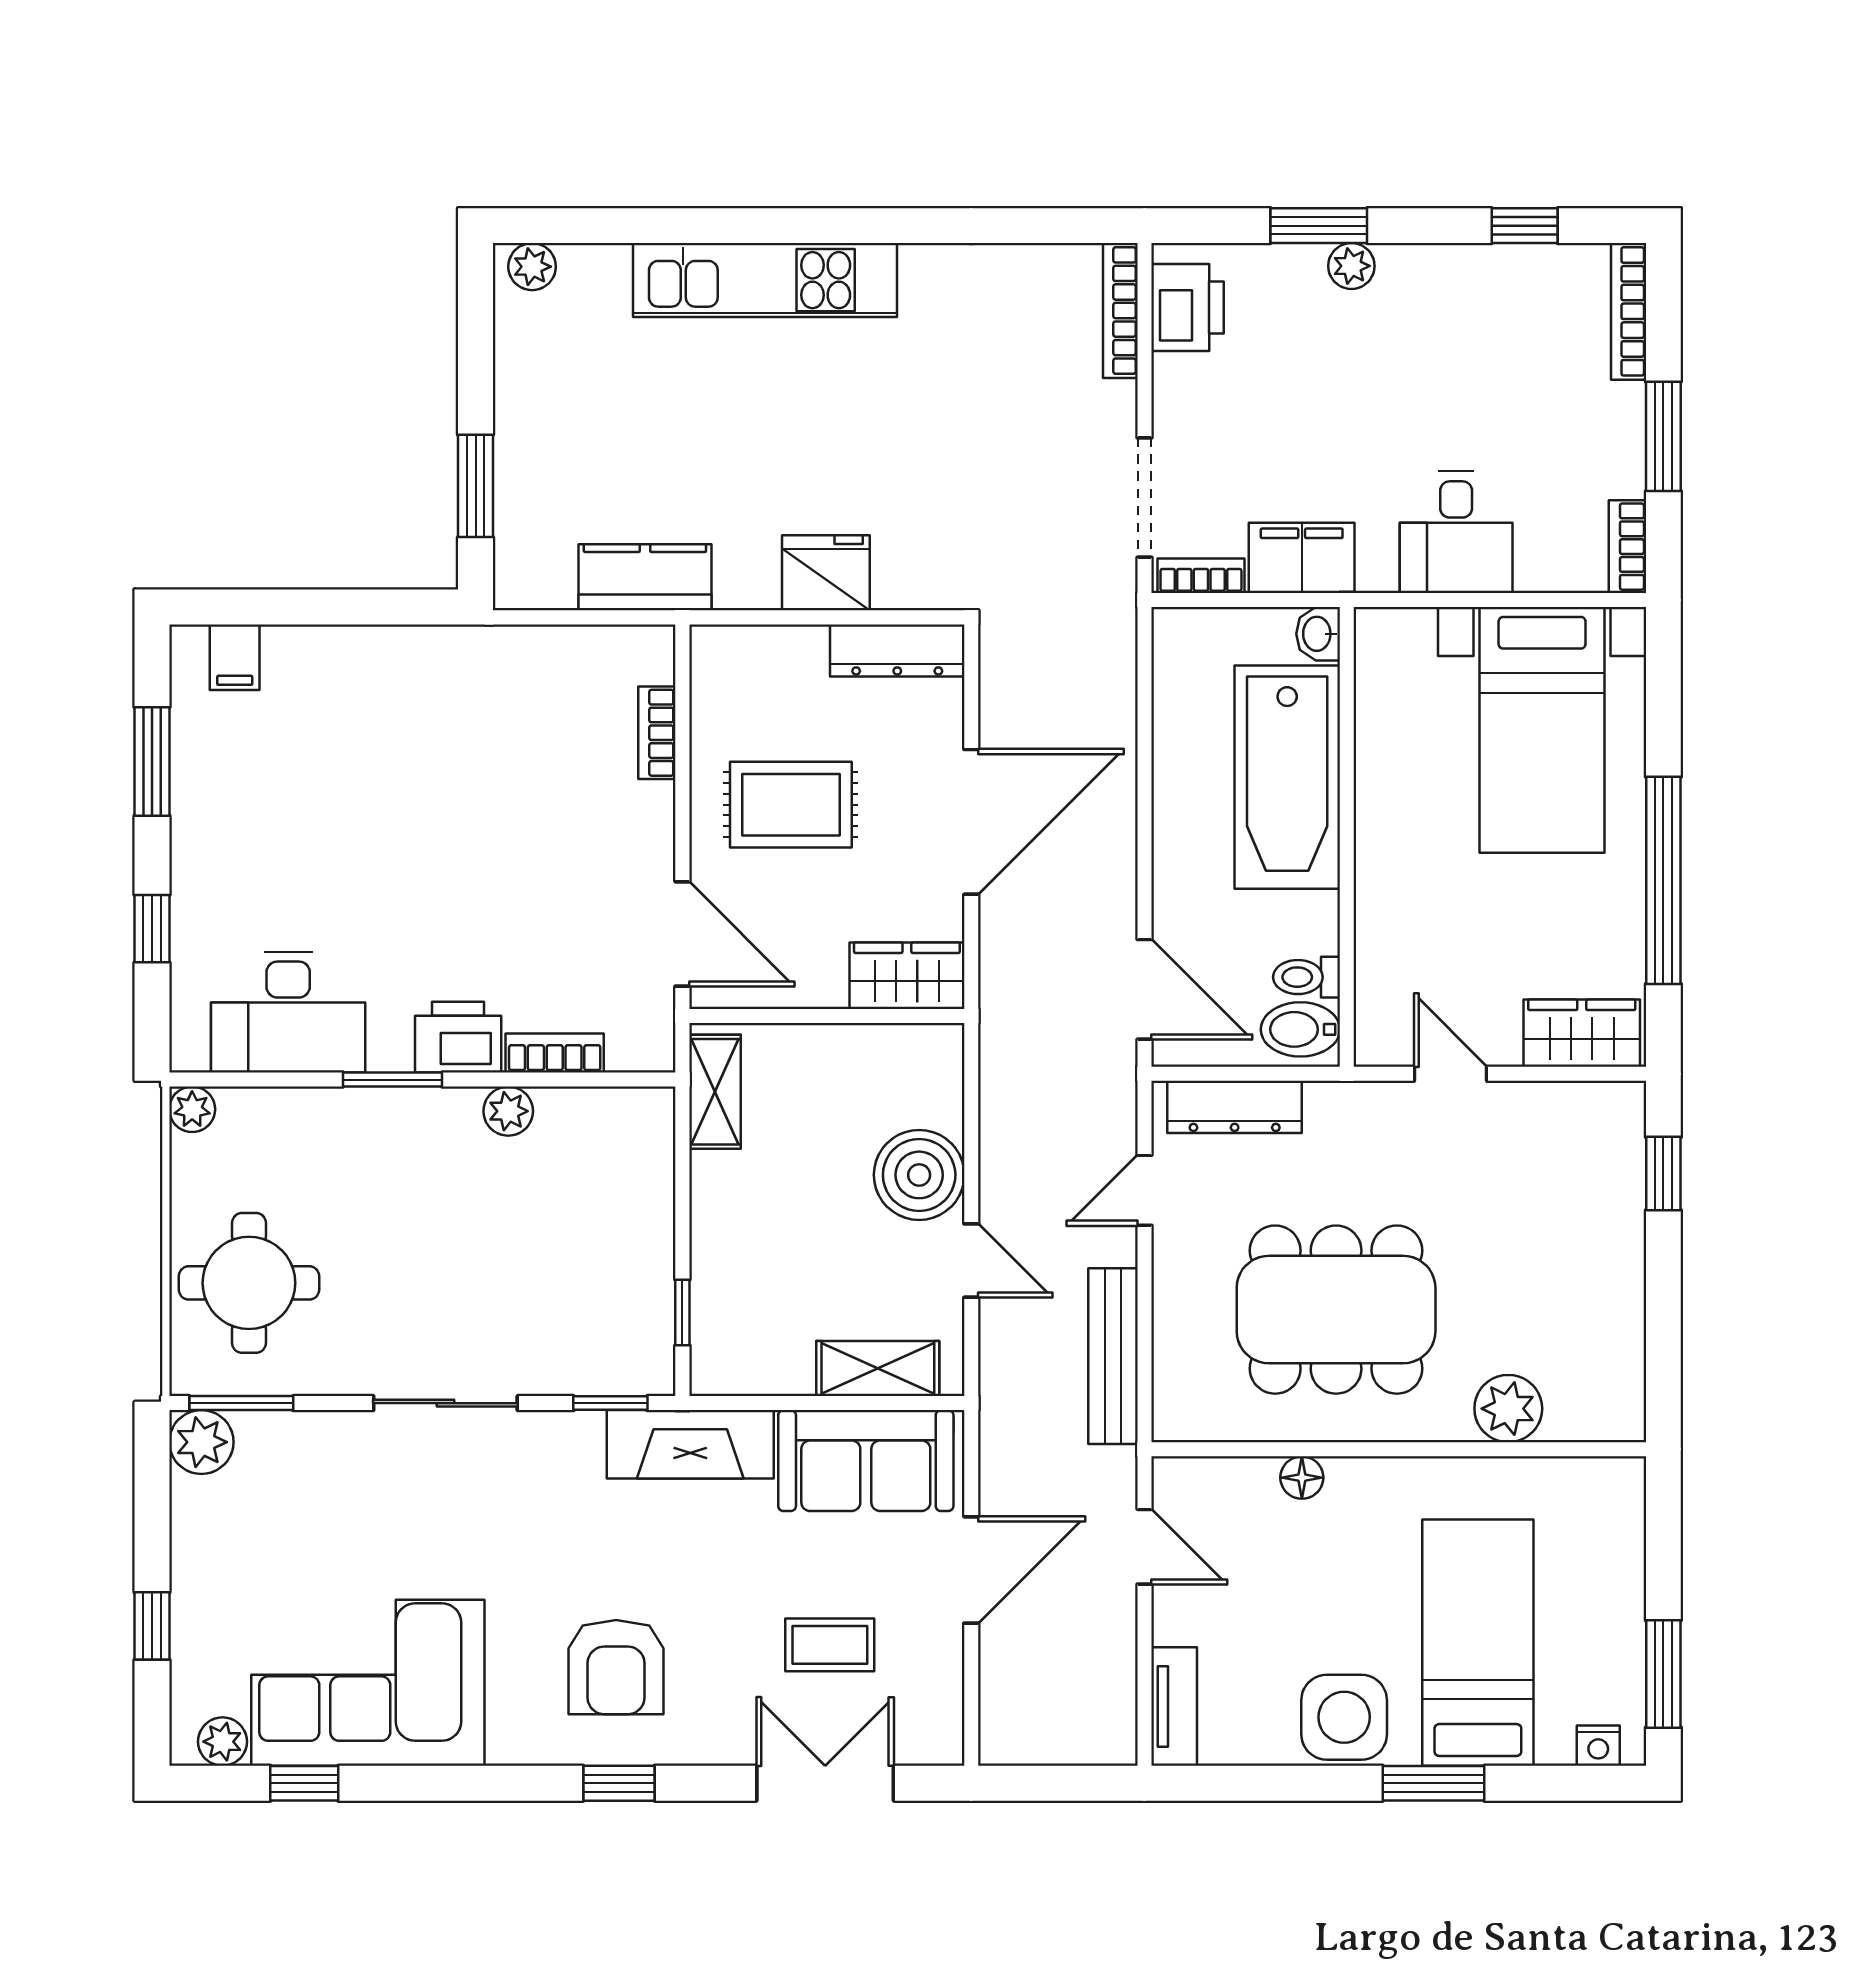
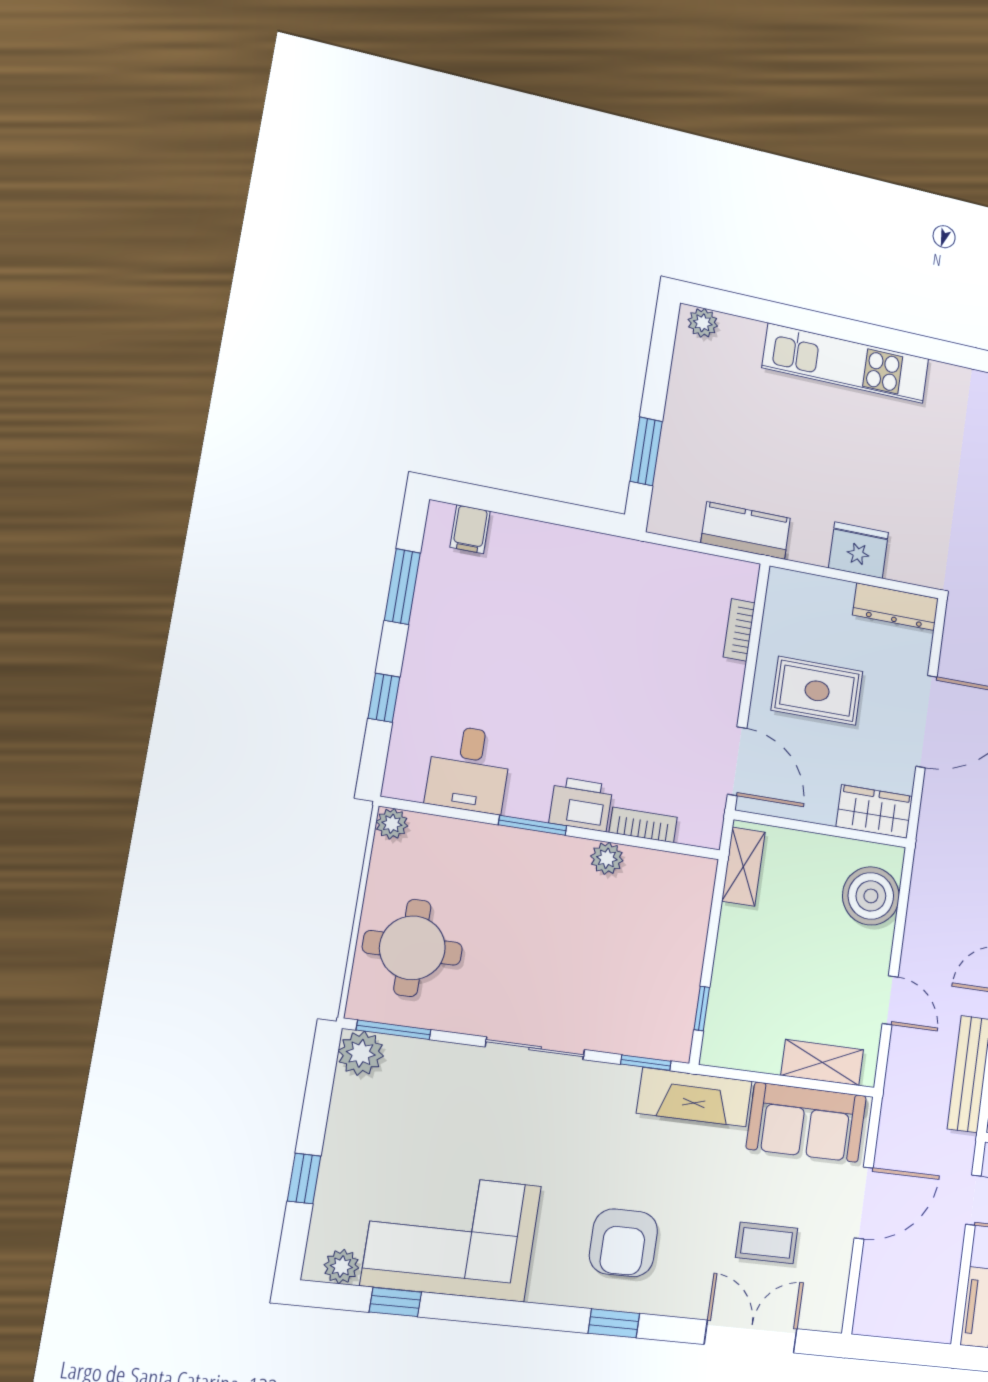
desk: (288, 1012) -> (469, 769), width x0.73
boiler: (919, 1175) -> (871, 896), moved

